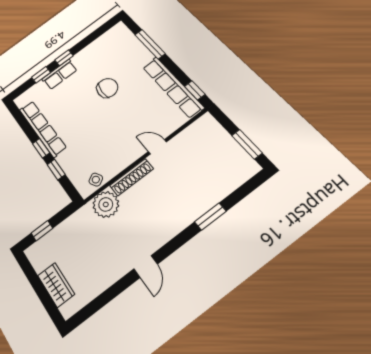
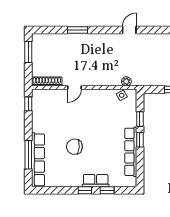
row of seats: (173, 87) -> (38, 160), moved
door: (157, 147) -> (74, 88), hinge flipped
shoe rack: (132, 177) -> (47, 81), moved
plant: (106, 204) -> (126, 81), width x0.53, depth x0.53

